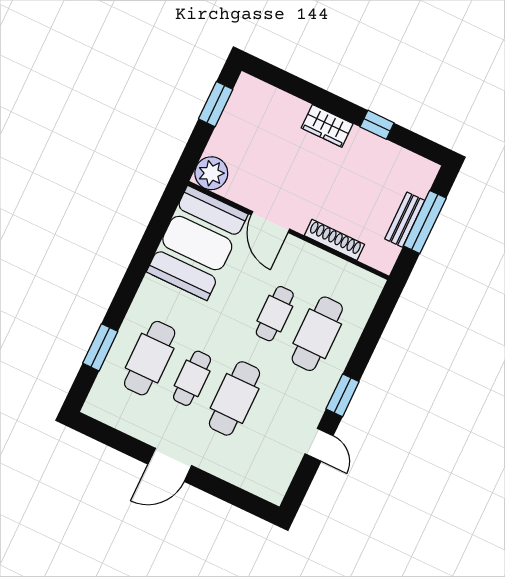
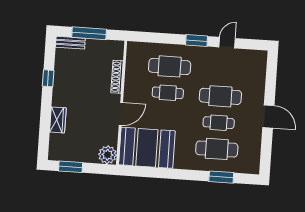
wardrobe: (327, 126) -> (58, 120), moved
bench: (405, 220) -> (70, 43), moved

